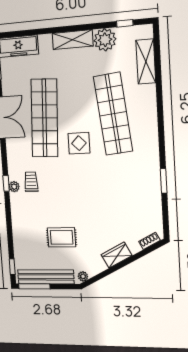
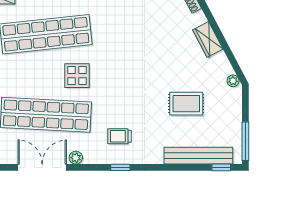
plant: (14, 187) -> (76, 158), moved
rug: (62, 237) -> (186, 104), turned 90
bench: (46, 277) -> (198, 156), moved, turned 90

